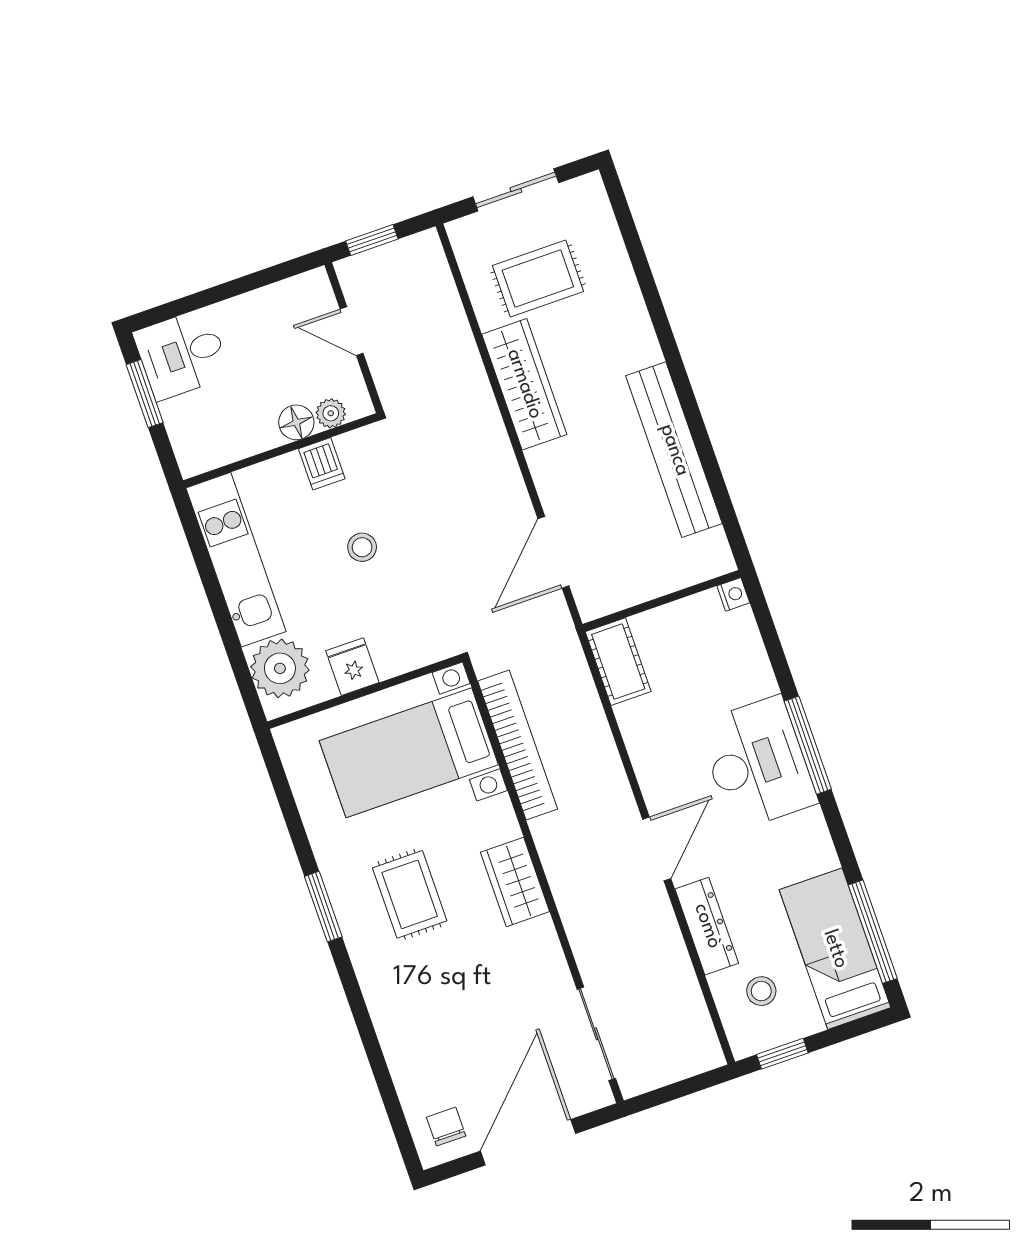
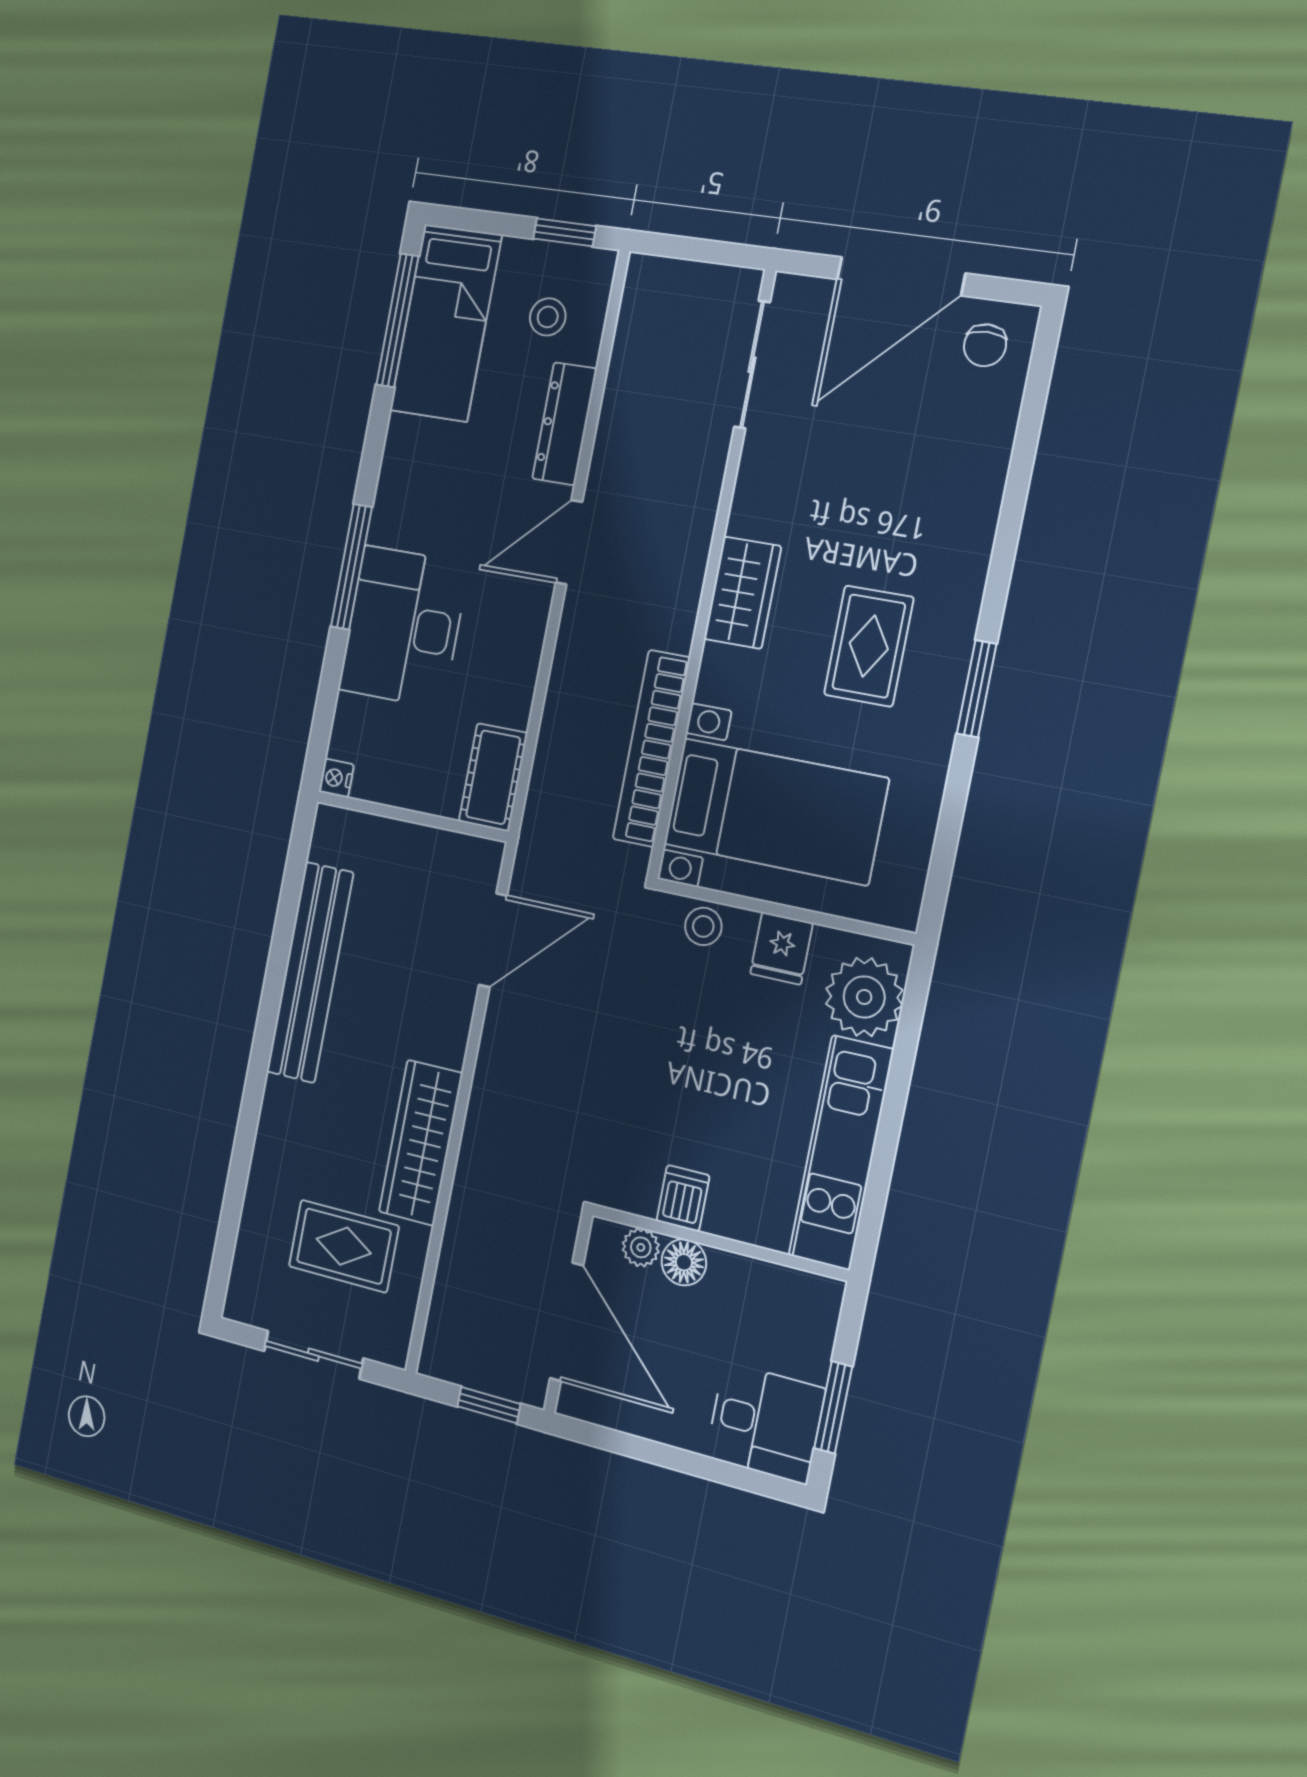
door: (352, 331) -> (567, 1322), width x1.88
stool: (362, 547) -> (703, 926), moved
desk: (757, 763) -> (404, 627), moved

